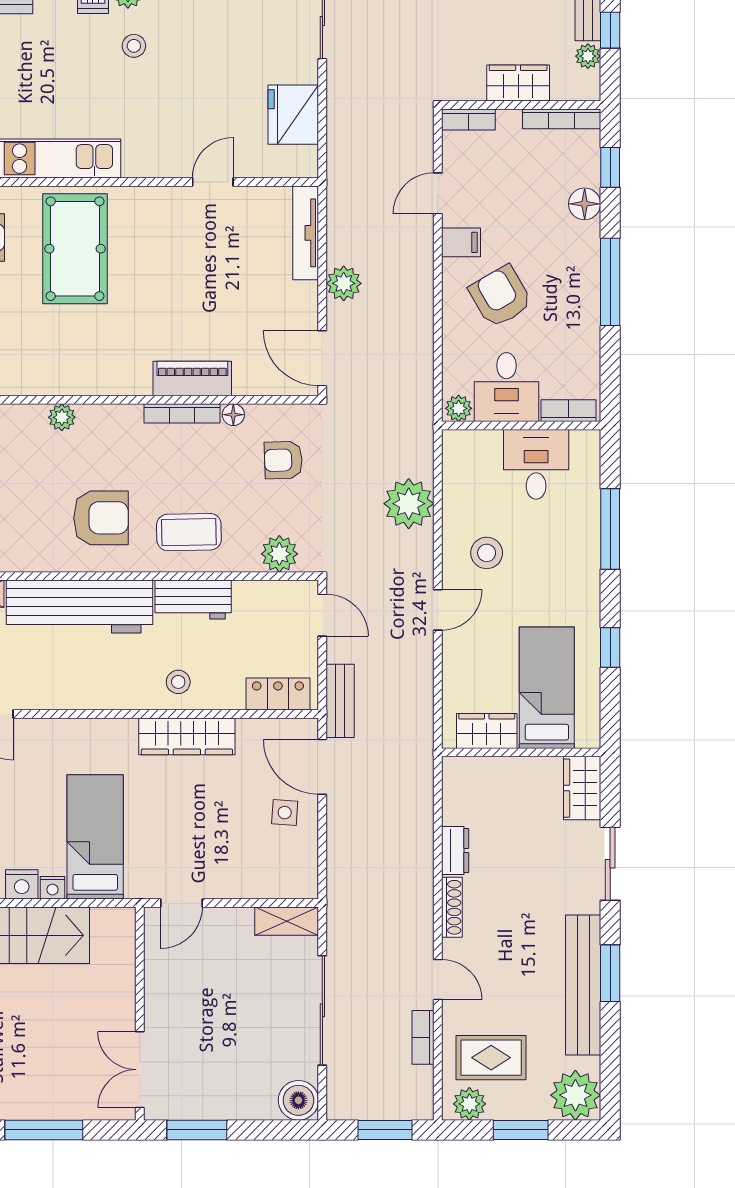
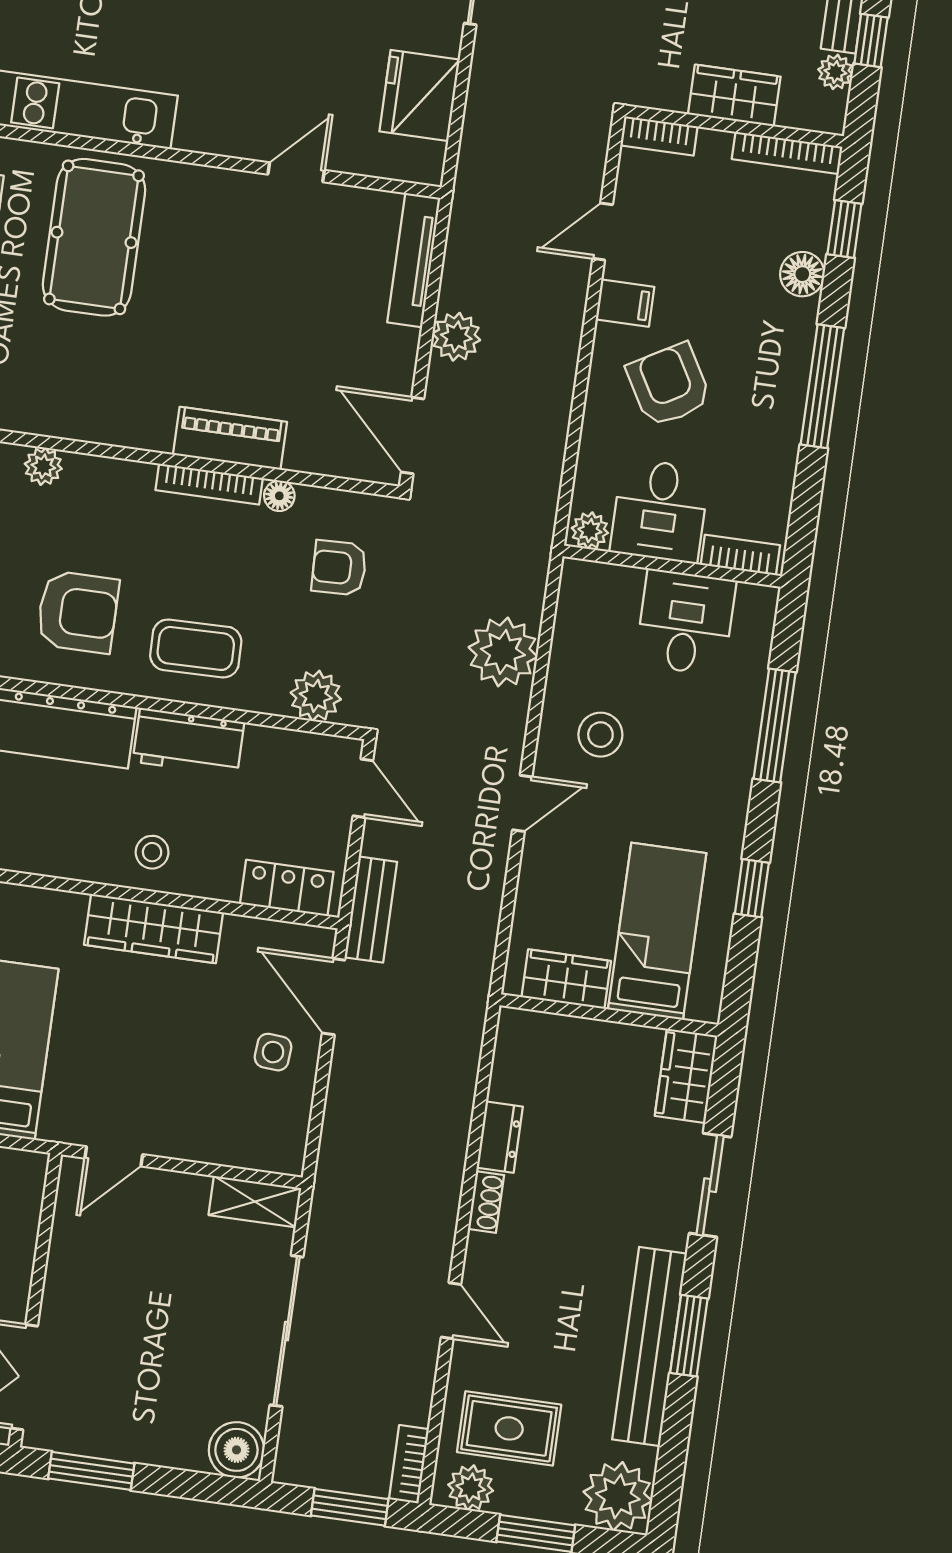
shoe rack: (452, 907) -> (486, 1202), width x0.70
bookcase: (423, 1037) -> (409, 1464), moved

